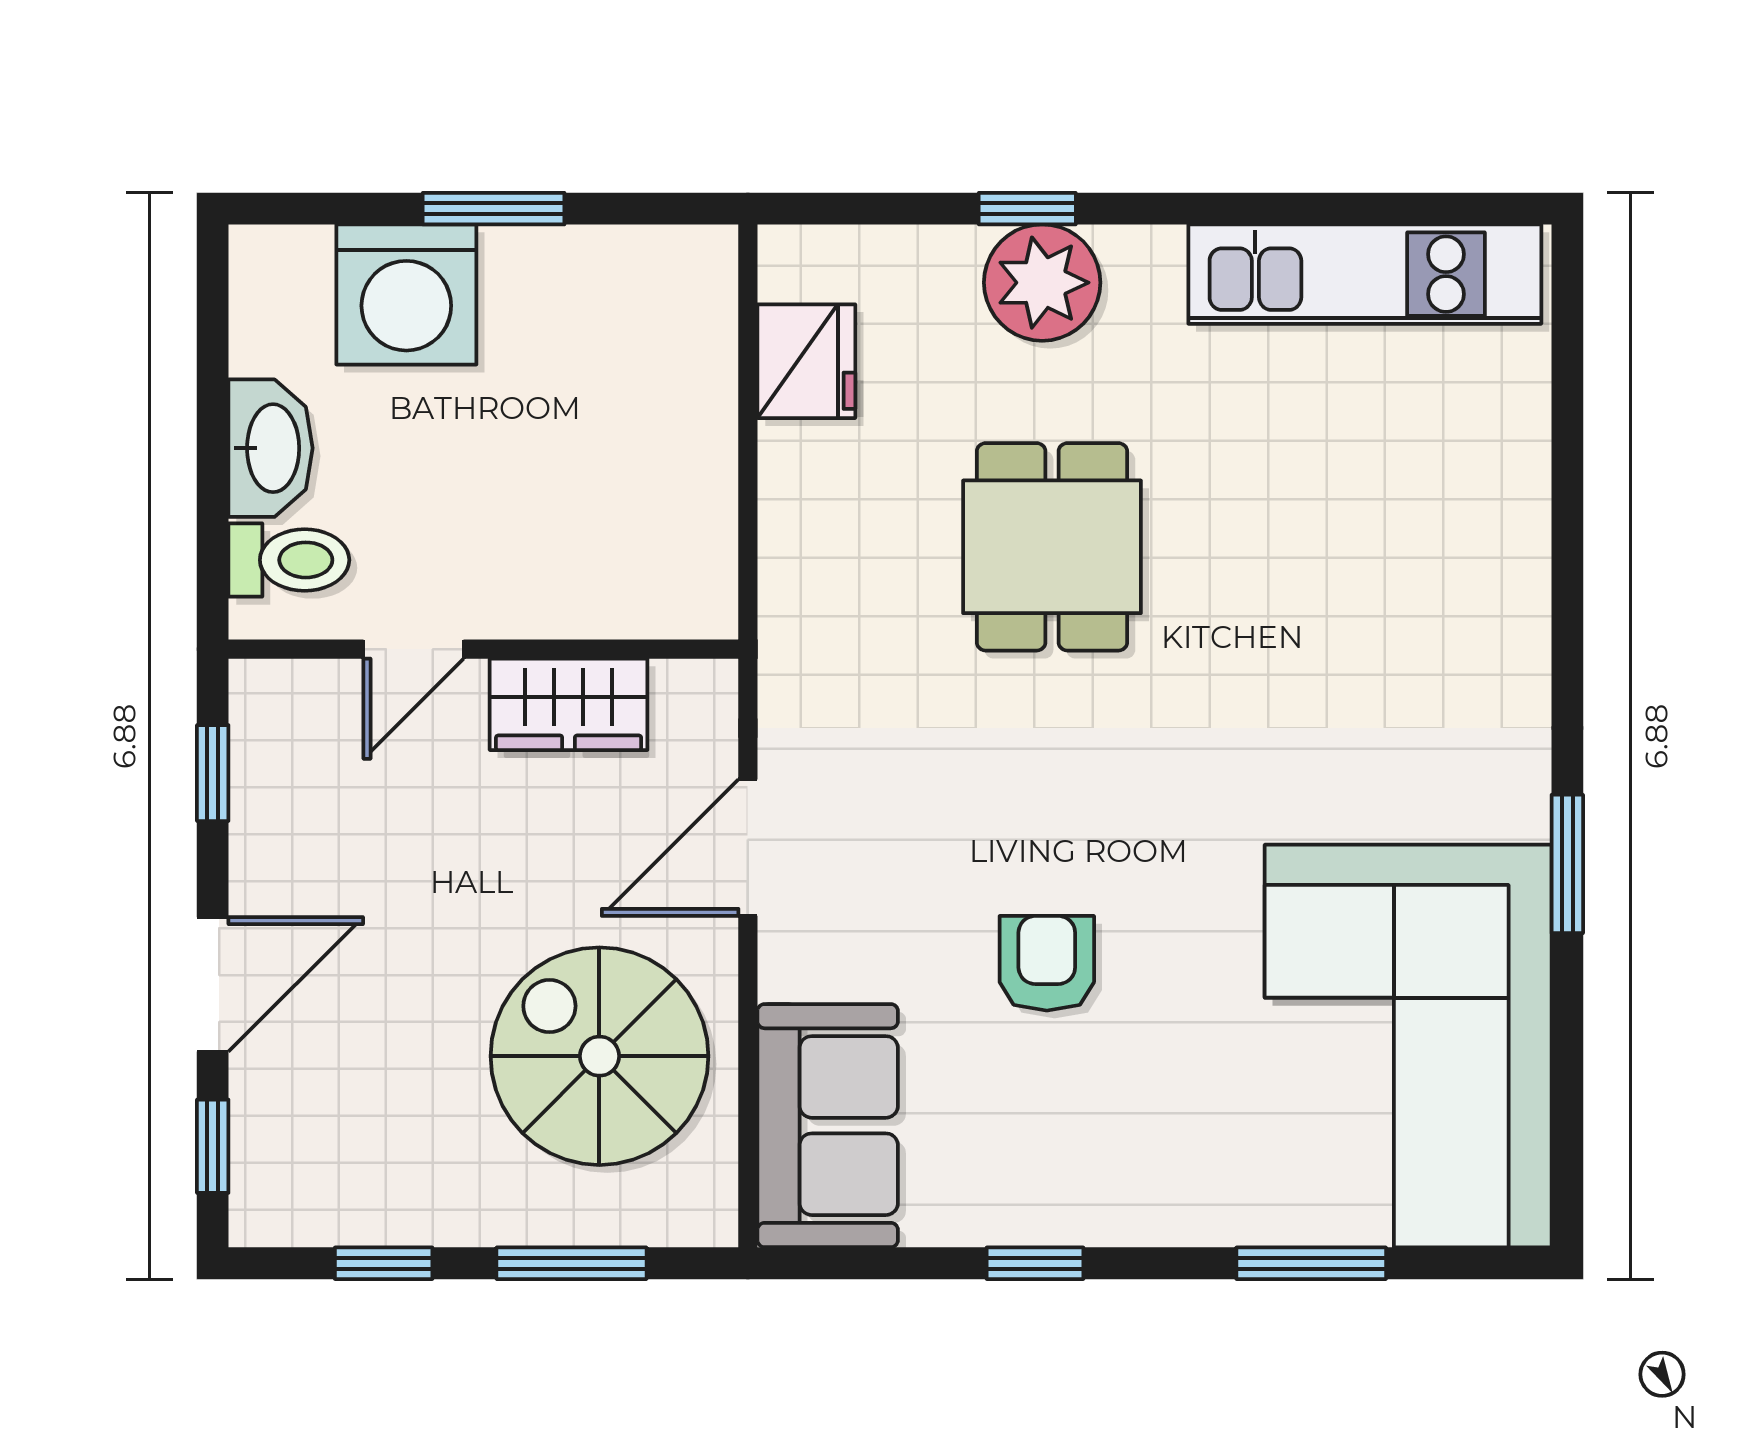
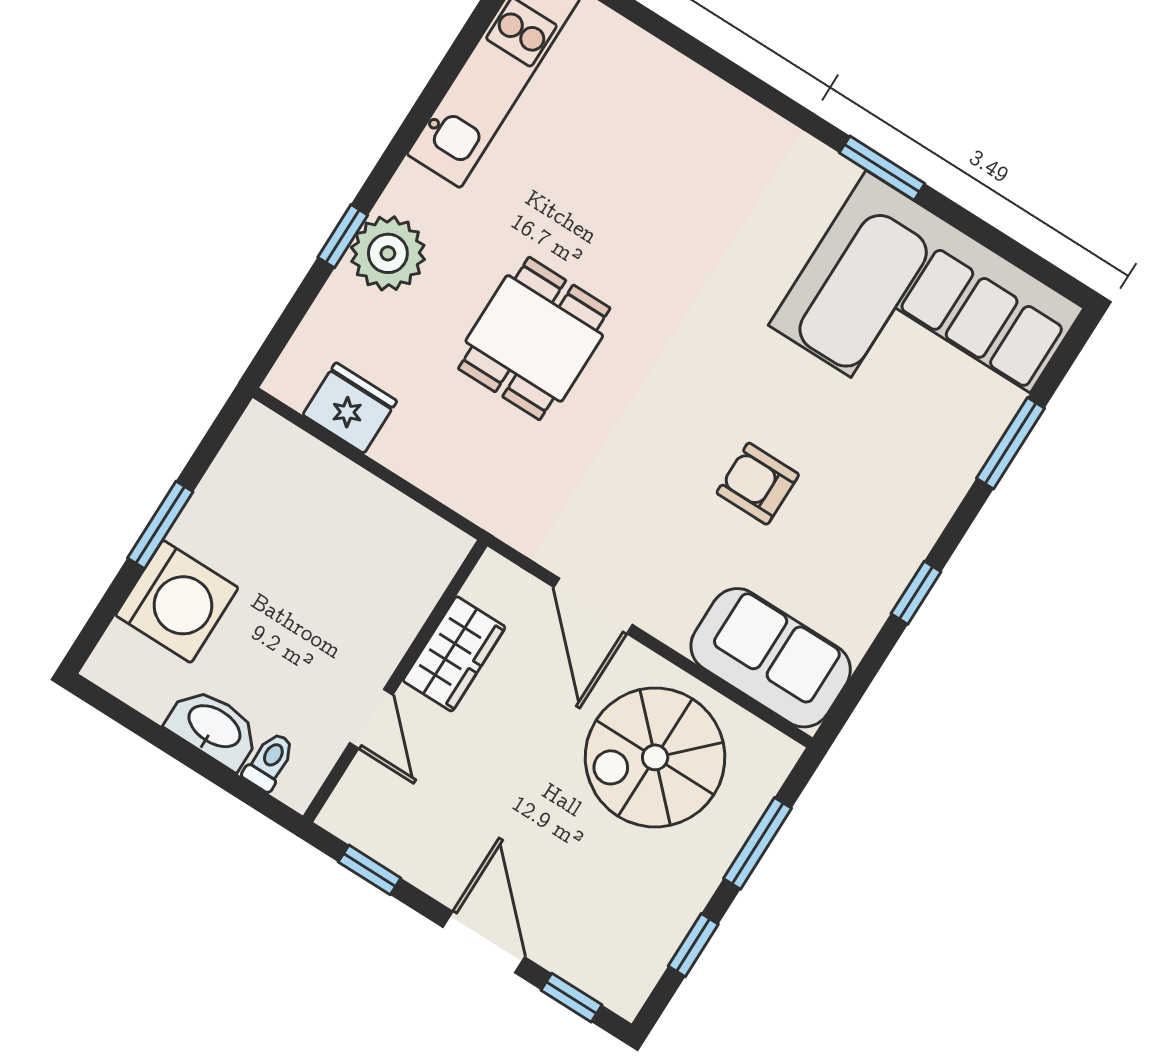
dining table: (1052, 547) -> (534, 338), turned 90
toilet: (289, 560) -> (269, 762), width x0.73, depth x0.72

